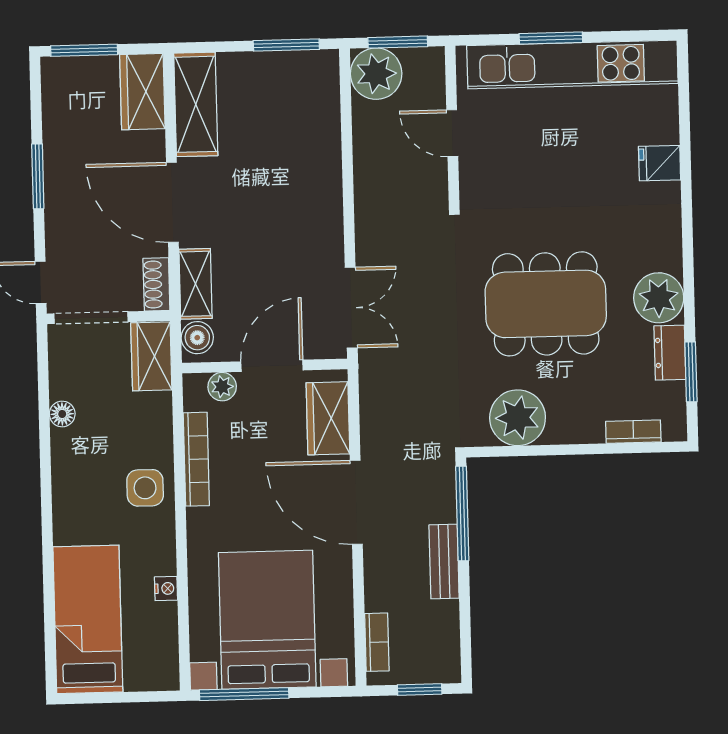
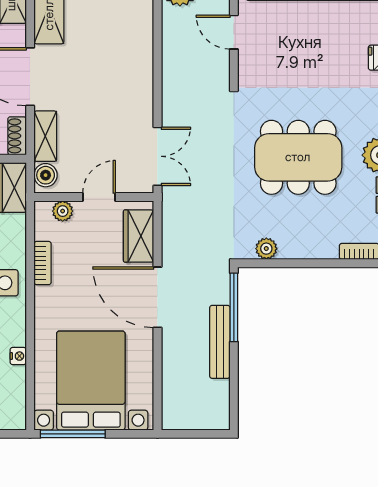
door: (272, 366) -> (99, 197), width x0.73
plant: (518, 418) -> (266, 249), width x0.53, depth x0.53
bookcase: (196, 459) -> (43, 263), width x0.64
bench: (444, 562) -> (220, 342), width x1.36
bookcase: (377, 642) -> (170, 399), removed
window: (420, 689) -> (200, 434), removed

